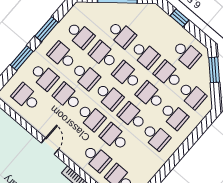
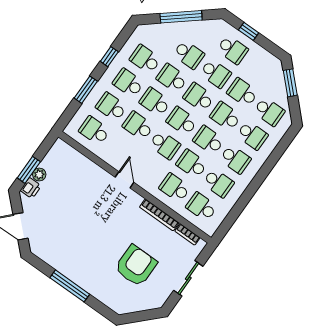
window: (47, 29) -> (109, 57), width x0.67
school desk: (80, 35) -> (145, 59), turned 180
school desk: (186, 54) -> (233, 50), moved
school desk: (85, 76) -> (155, 102), turned 180
school desk: (44, 77) -> (111, 107), turned 180
school desk: (109, 96) -> (182, 121), turned 180
school desk: (138, 157) -> (218, 183), added
school desk: (96, 158) -> (175, 188), turned 180

